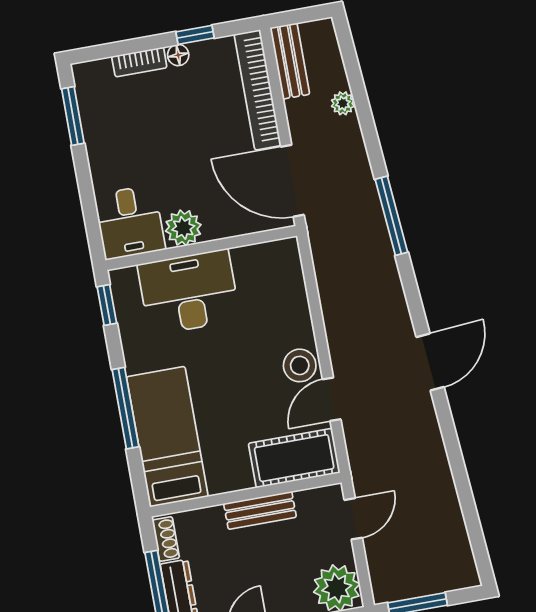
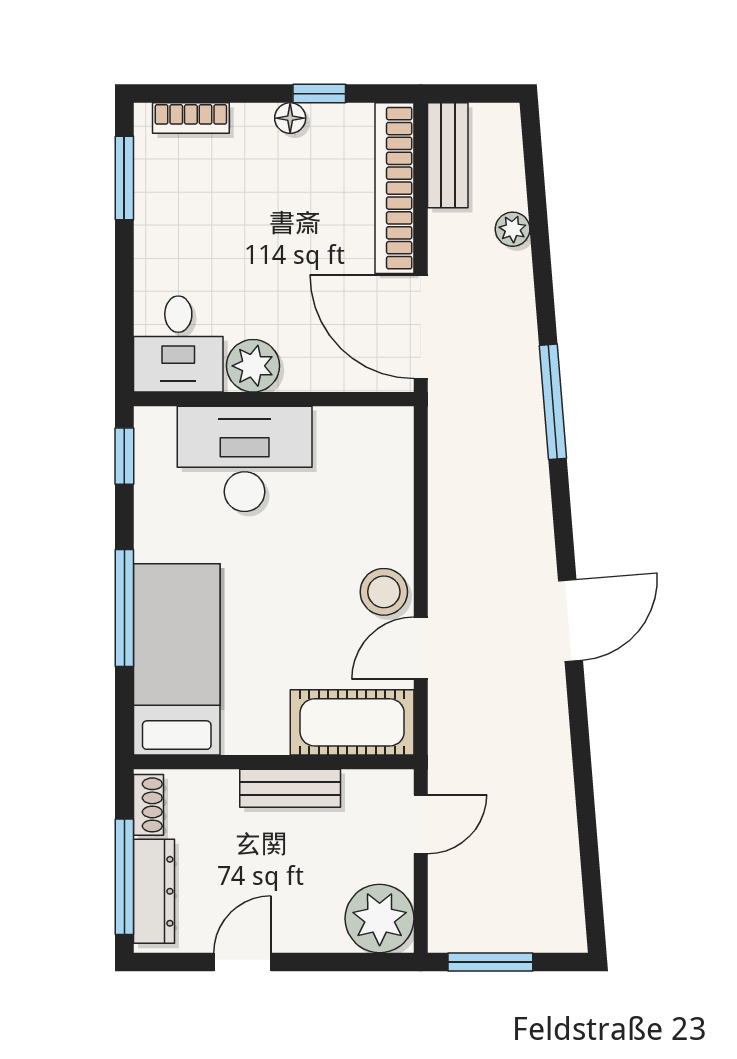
bookcase: (139, 62) -> (191, 118), moved

